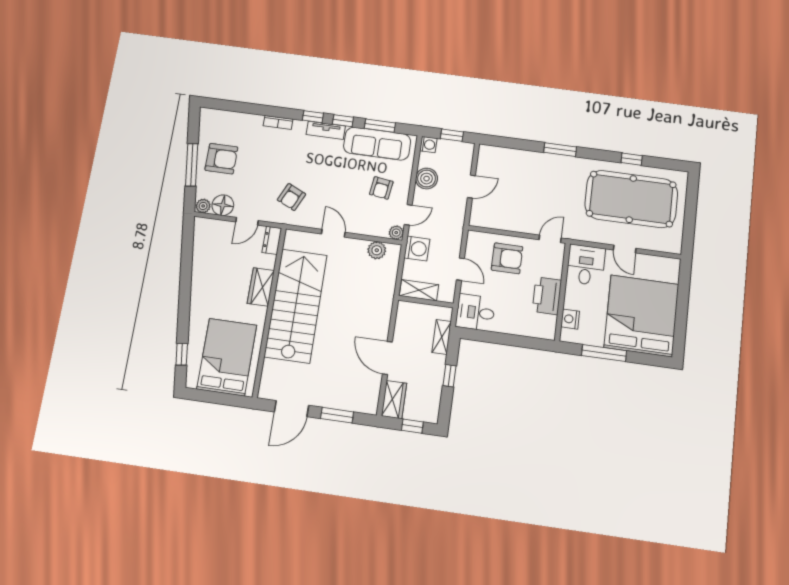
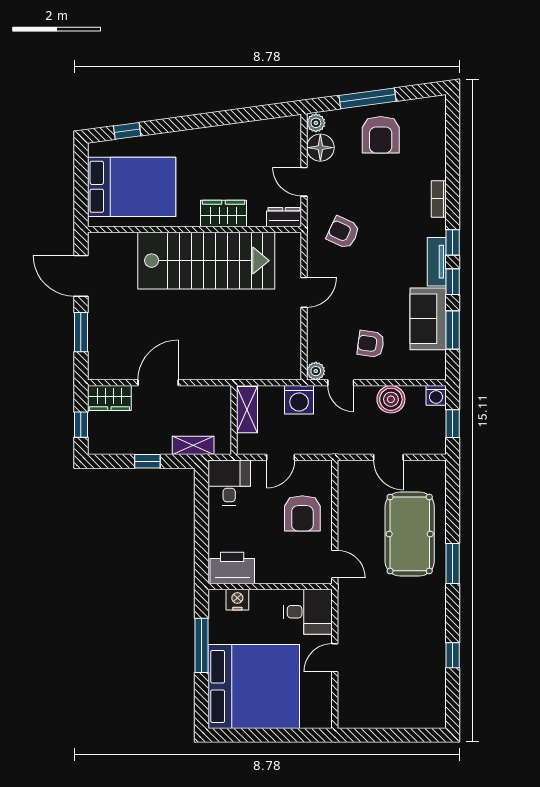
sofa: (377, 144) -> (428, 319), width x0.73
pool table: (631, 199) -> (410, 534), moved, width x0.73, depth x0.76
plant: (377, 250) -> (290, 350), removed
printer: (547, 296) -> (232, 568), moved

